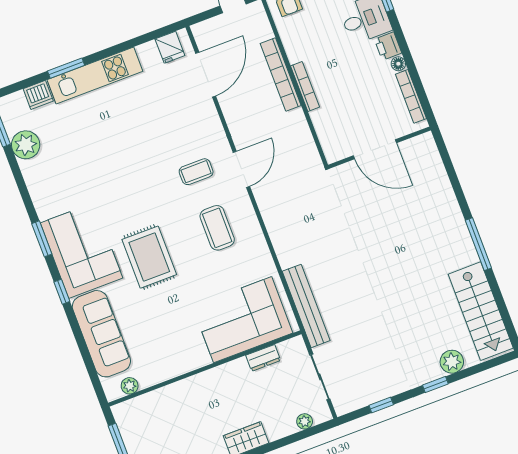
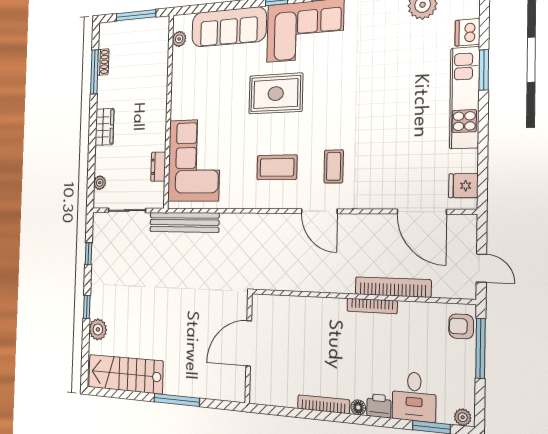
wall: (379, 148) -> (249, 348), moved
door: (375, 149) -> (249, 343), moved

